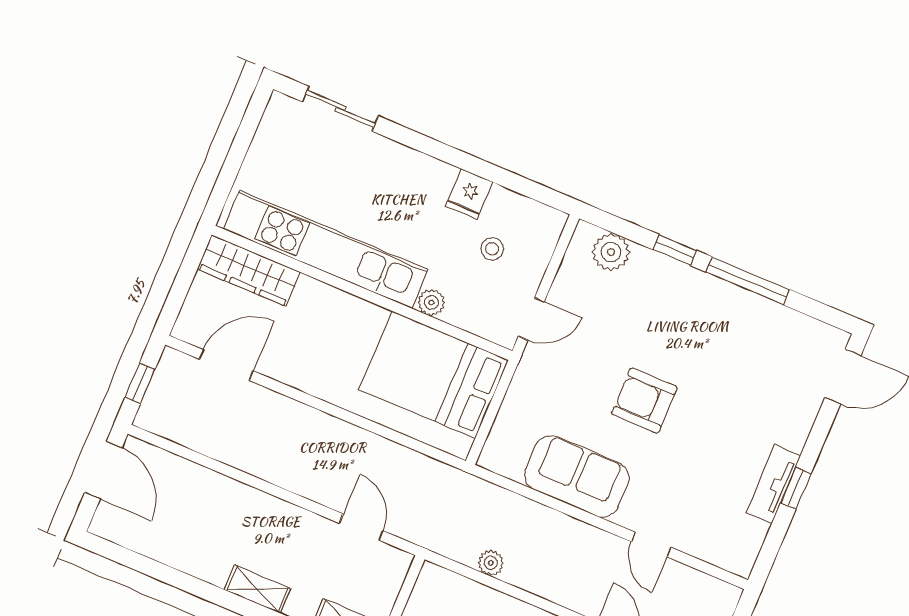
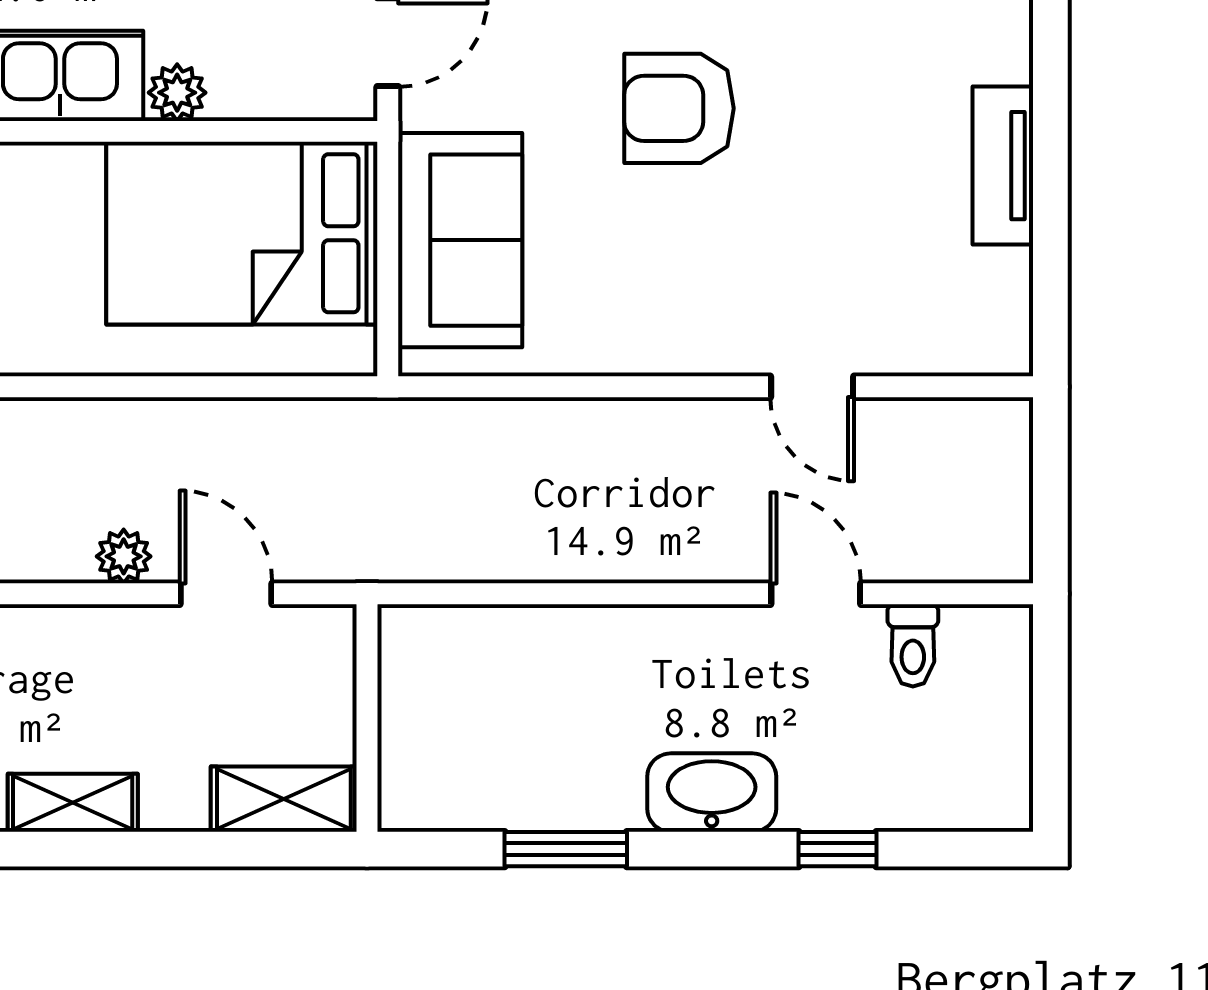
sofa: (577, 476) -> (460, 240), moved, turned 90
window: (796, 488) -> (1050, 155), removed
plant: (491, 563) -> (124, 556), moved

